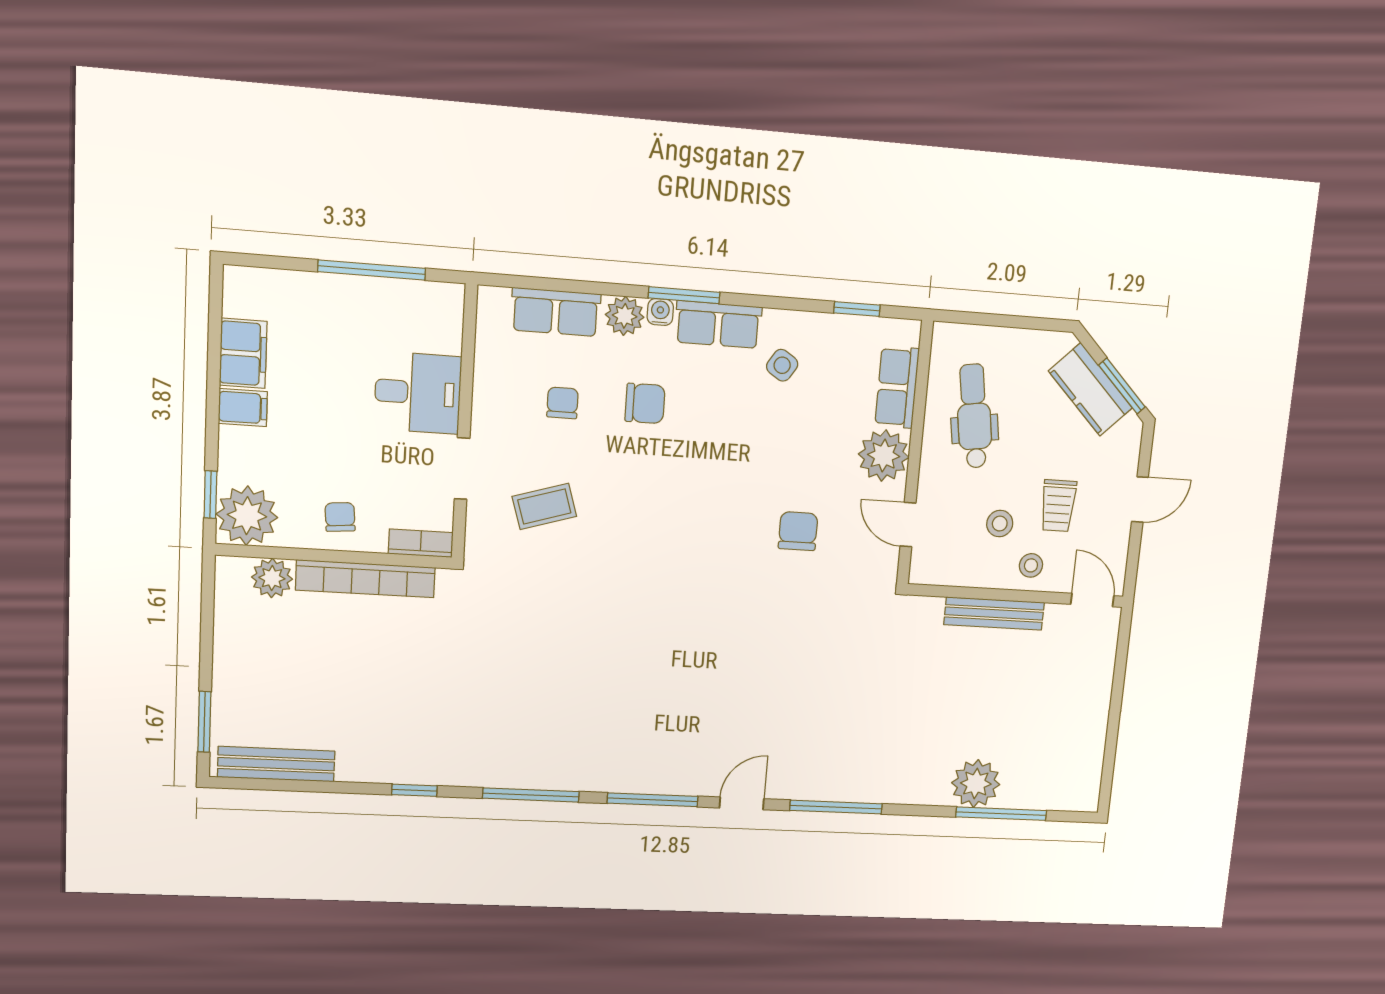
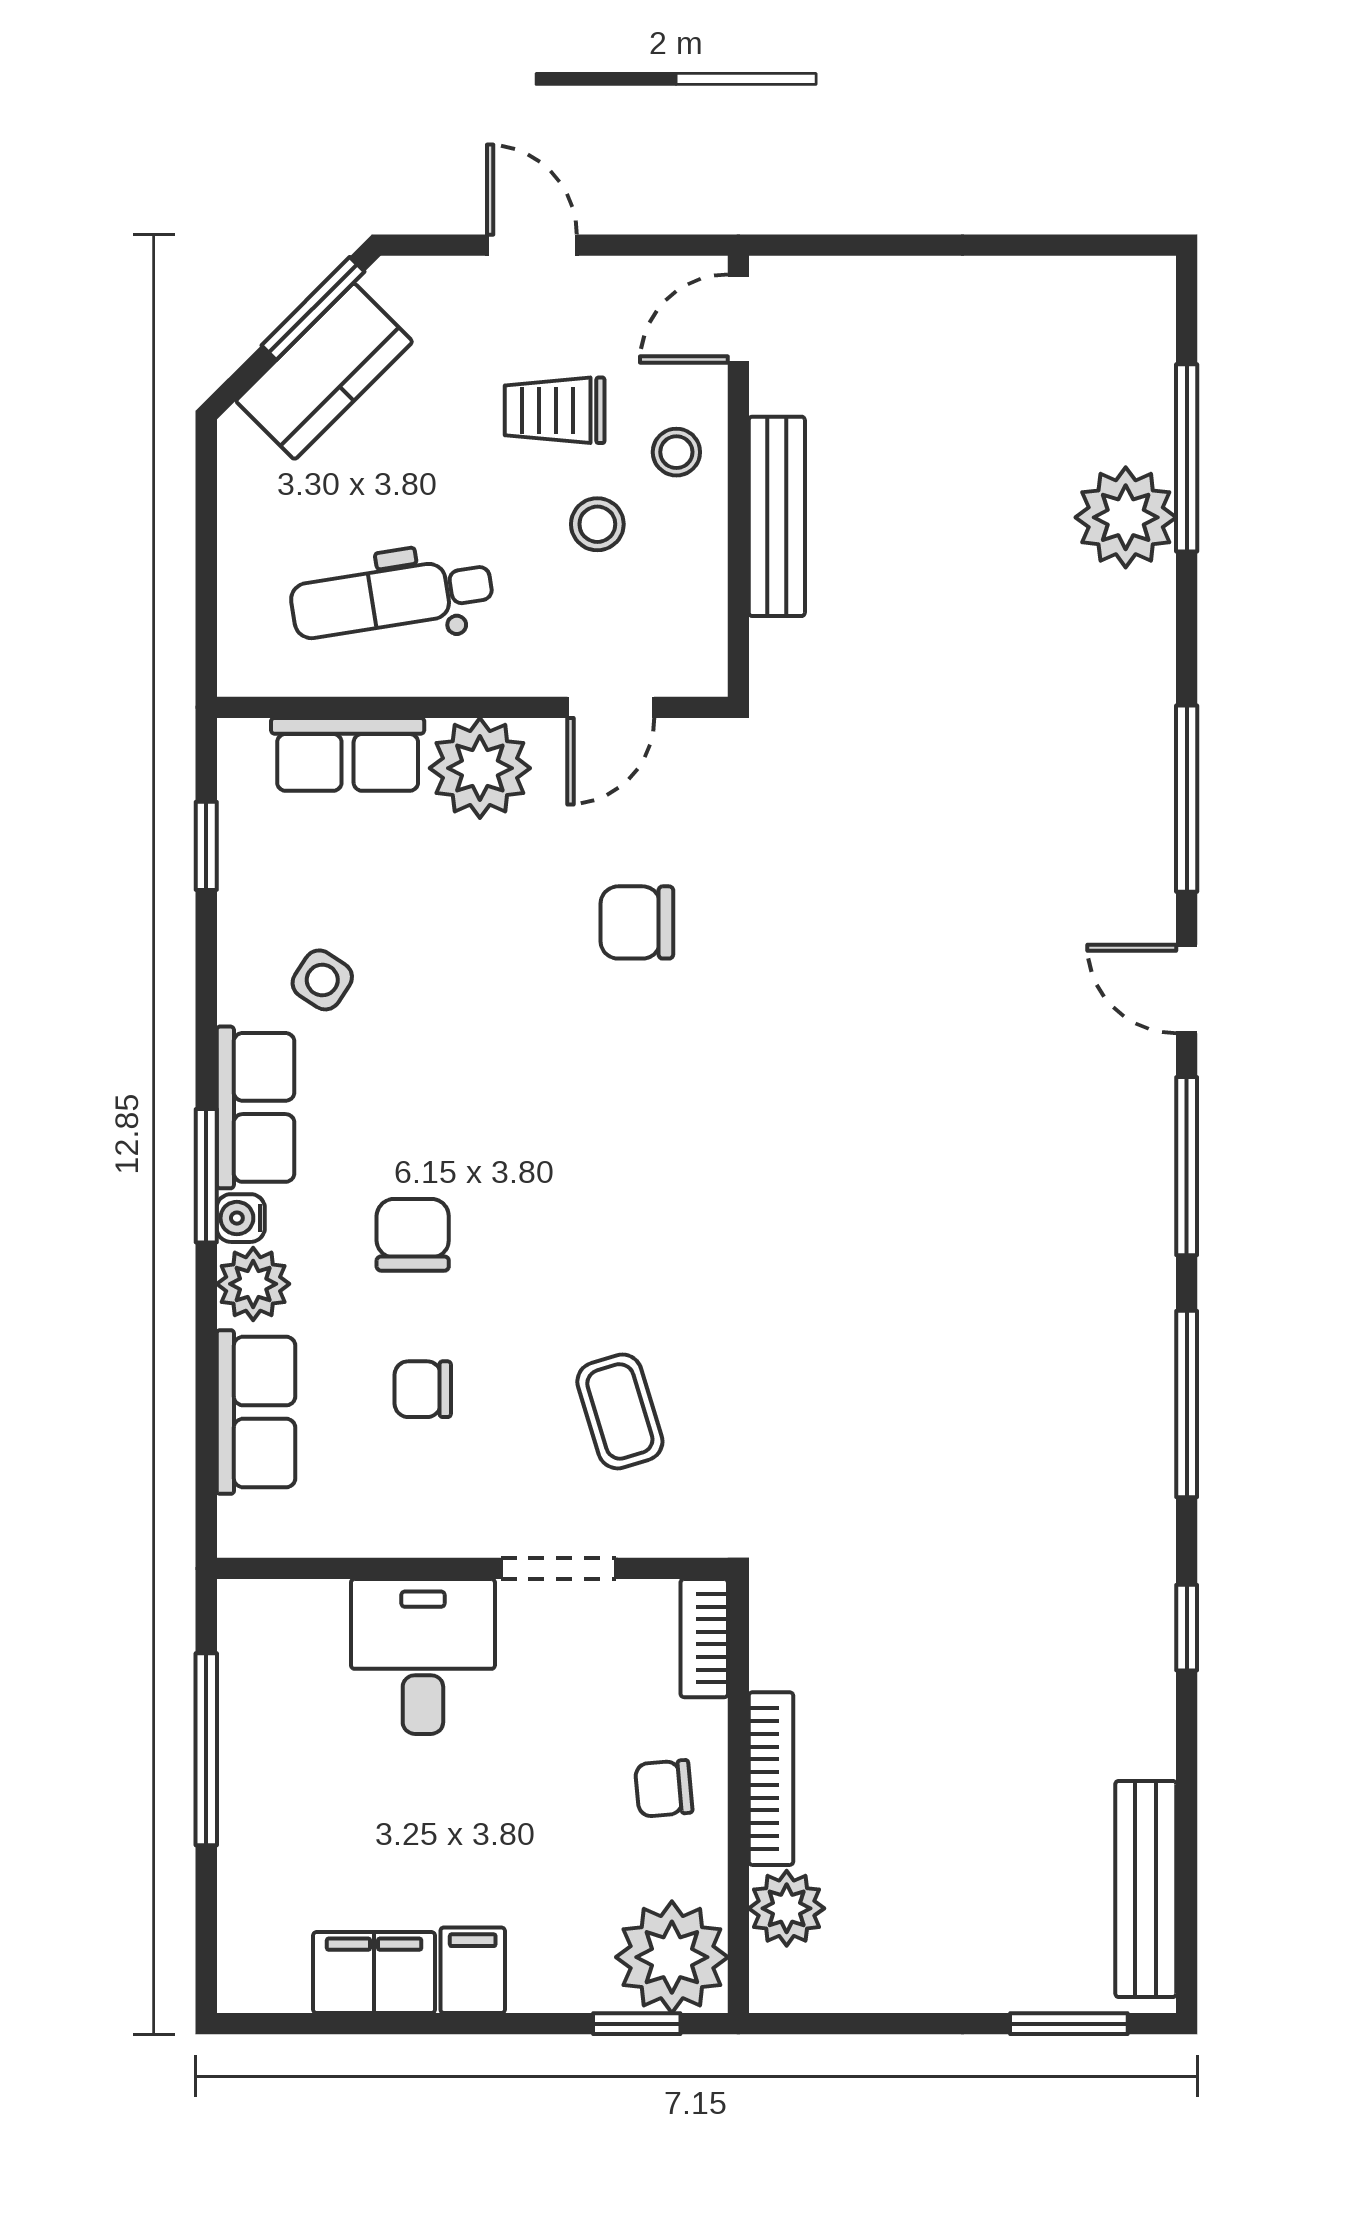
trolley: (1058, 506) -> (555, 410), turned 180
bookcase: (366, 579) -> (771, 1779), width x0.68, depth x0.76

